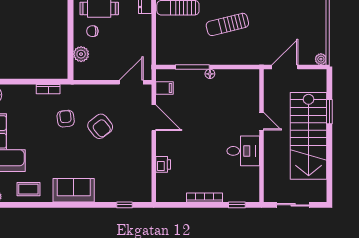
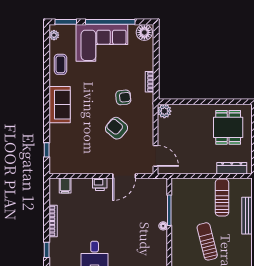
chair: (92, 31) -> (201, 121), removed
plant: (81, 54) -> (164, 111), moved
filing cabinet: (164, 88) -> (65, 185), moved
armchair: (100, 126) -> (116, 128), turned 78
printer: (163, 164) -> (100, 184), moved

